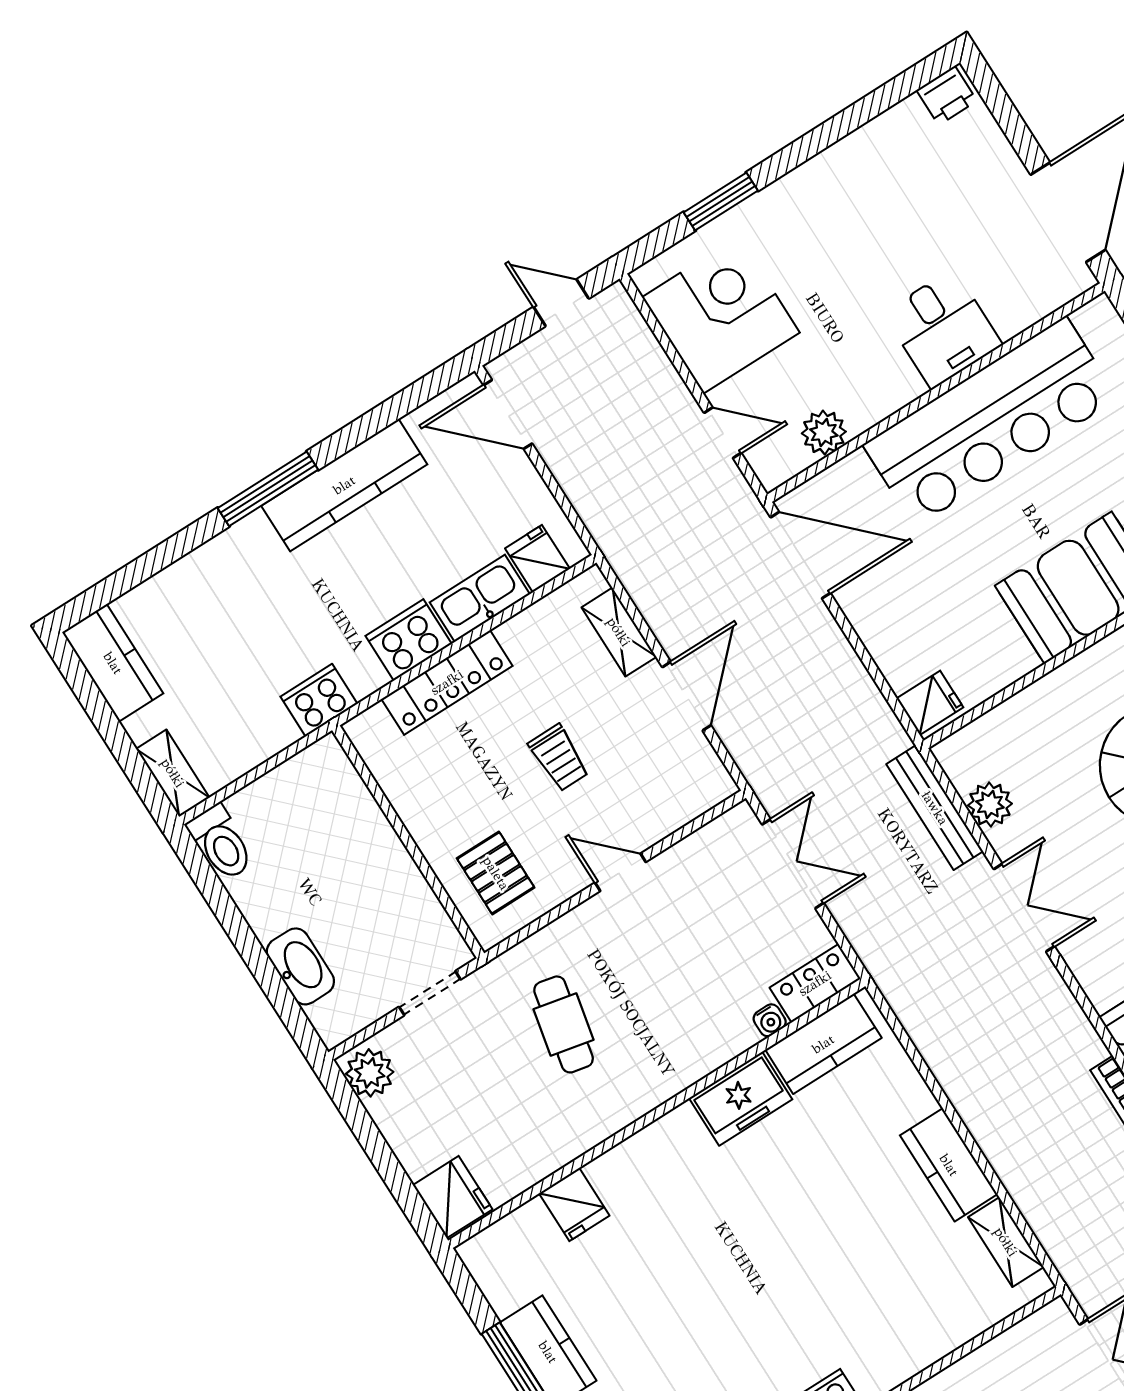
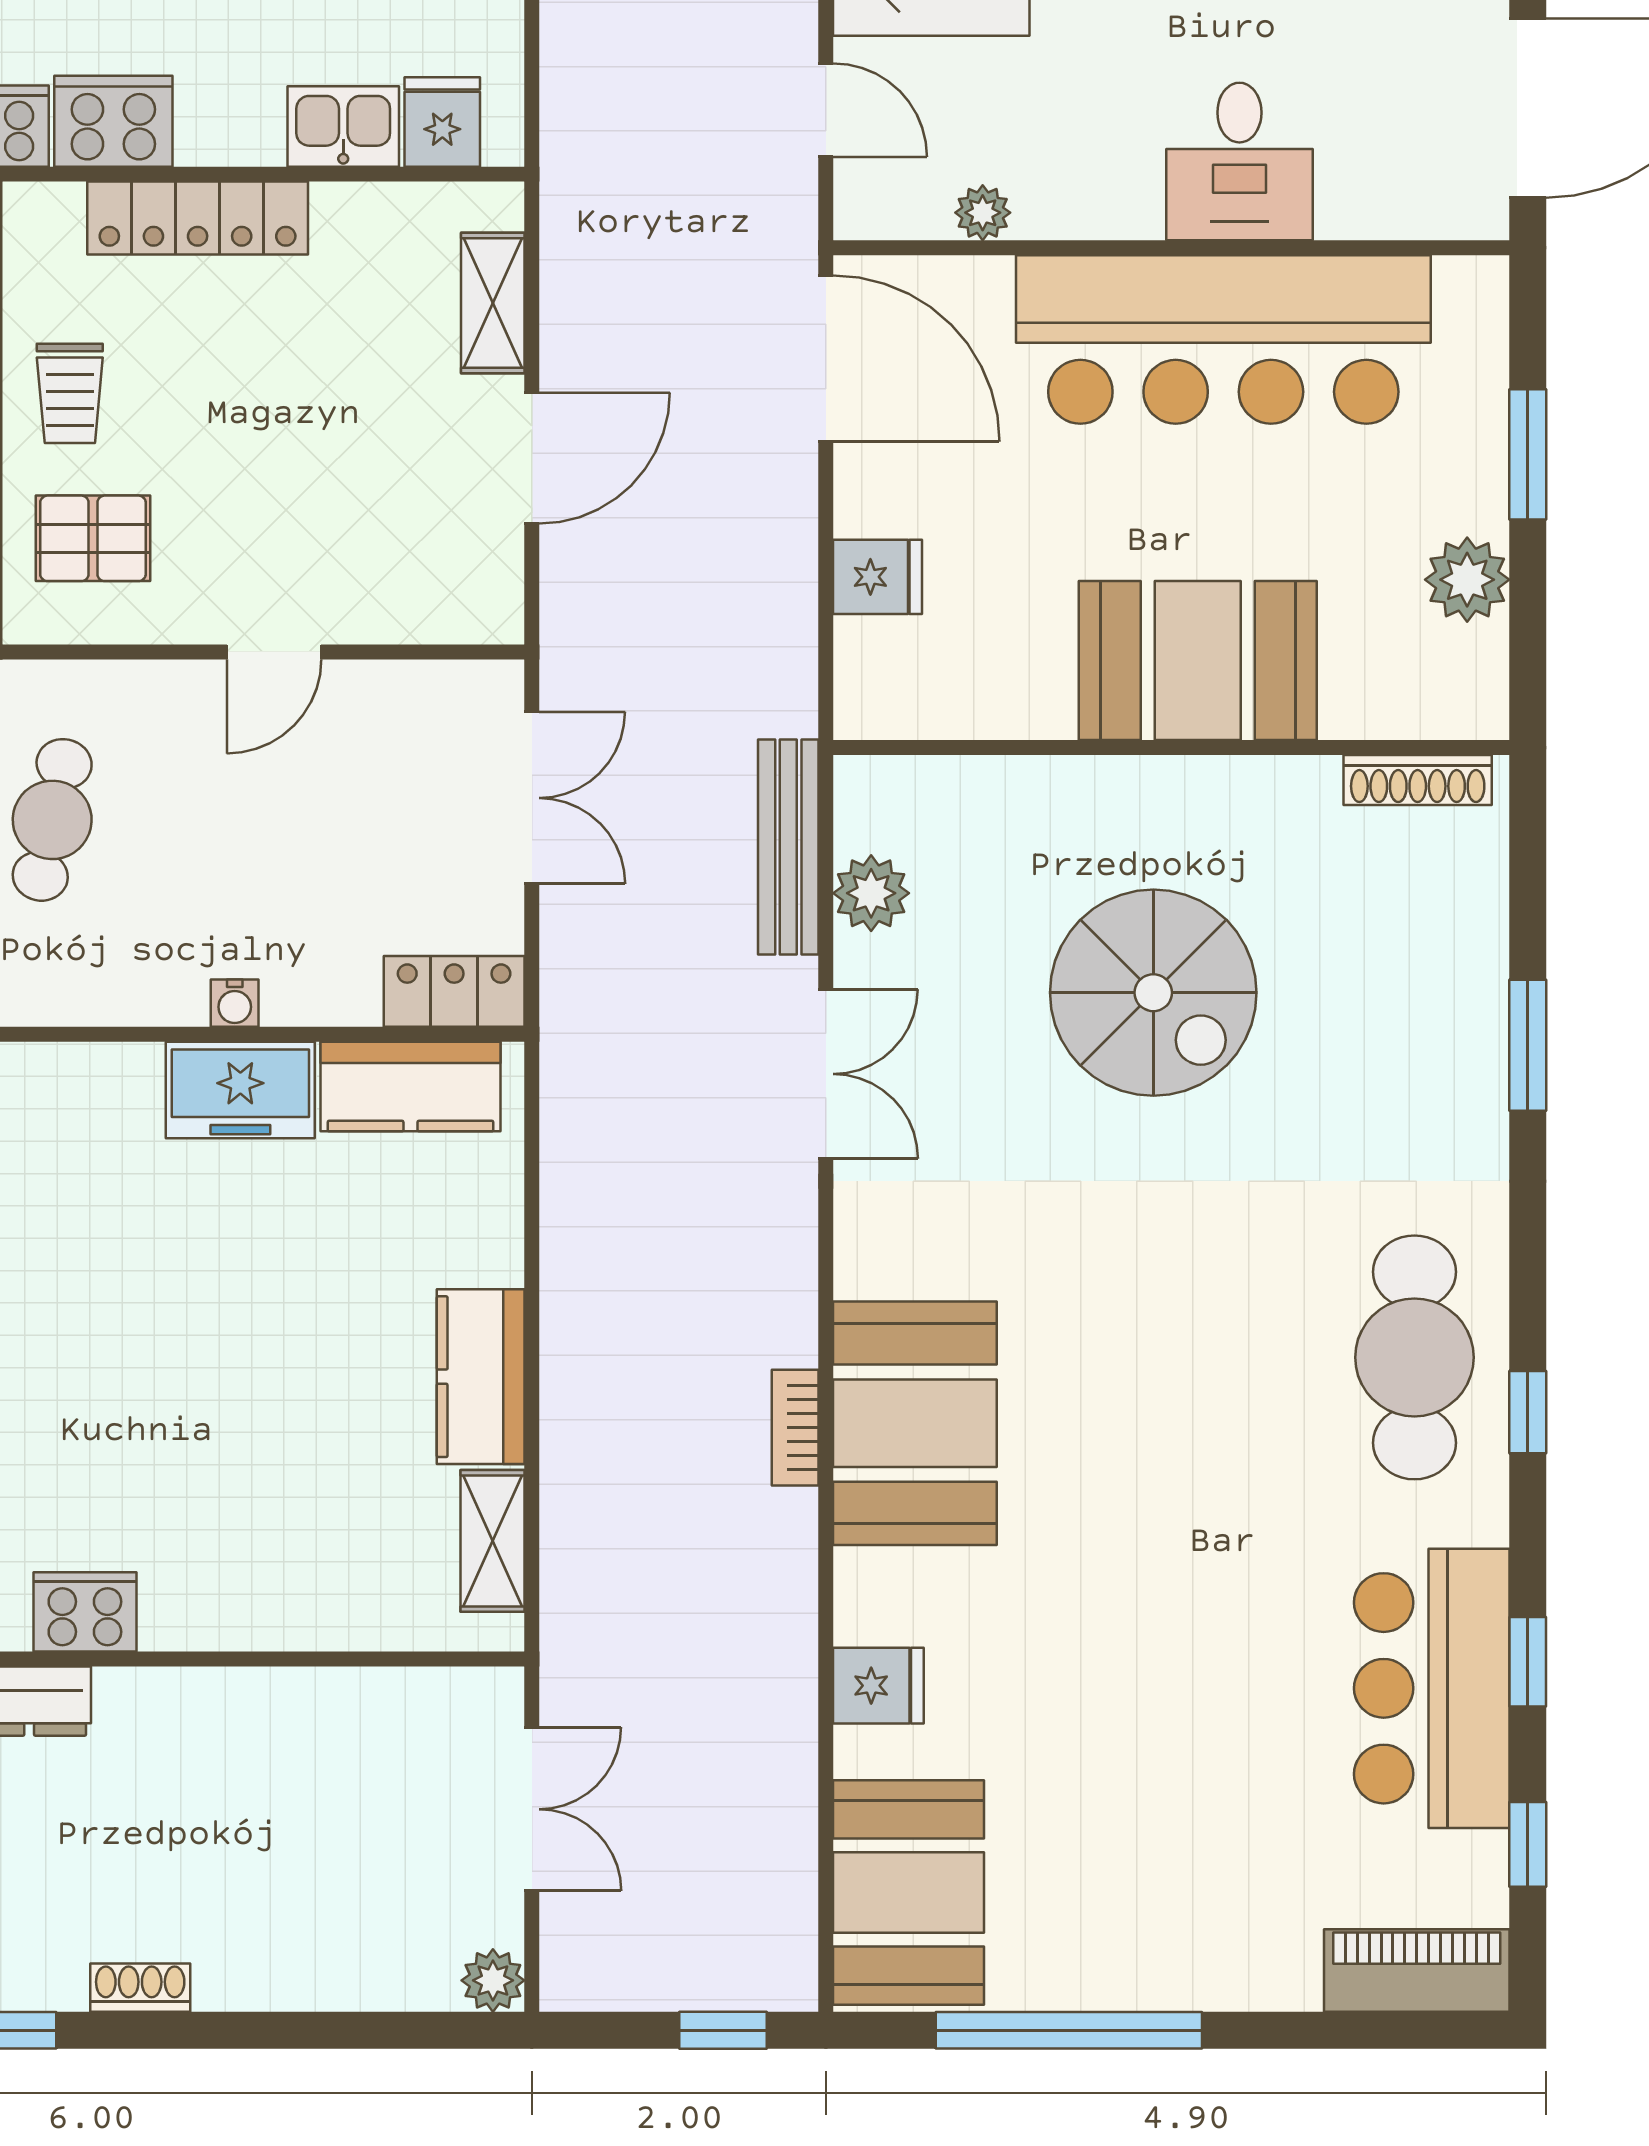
plant: (824, 432) -> (983, 213), width x0.73, depth x0.73
kitchen sink: (480, 598) -> (343, 126), width x0.73
cooker: (409, 640) -> (113, 121), moved
fridge: (930, 703) -> (878, 577), moved
trolley: (559, 758) -> (70, 393), moved
door: (620, 872) -> (274, 652), swing flipped
pallet: (496, 873) -> (93, 538), turned 90
water cooler: (770, 1020) -> (235, 1003), moved

